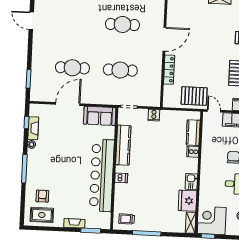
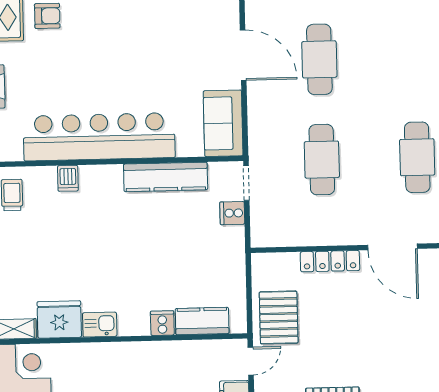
cooker: (154, 115) -> (232, 213), moved
dishwasher: (121, 178) -> (68, 178), moved

